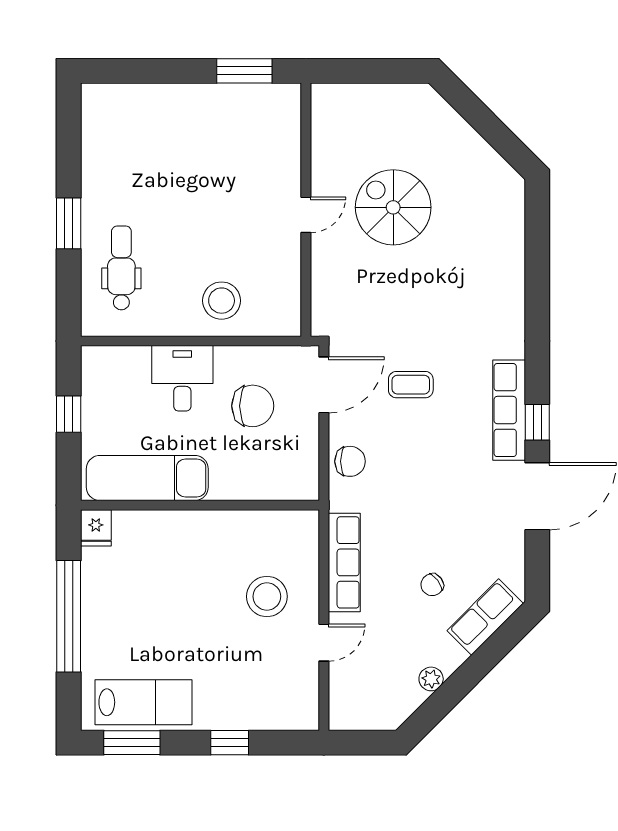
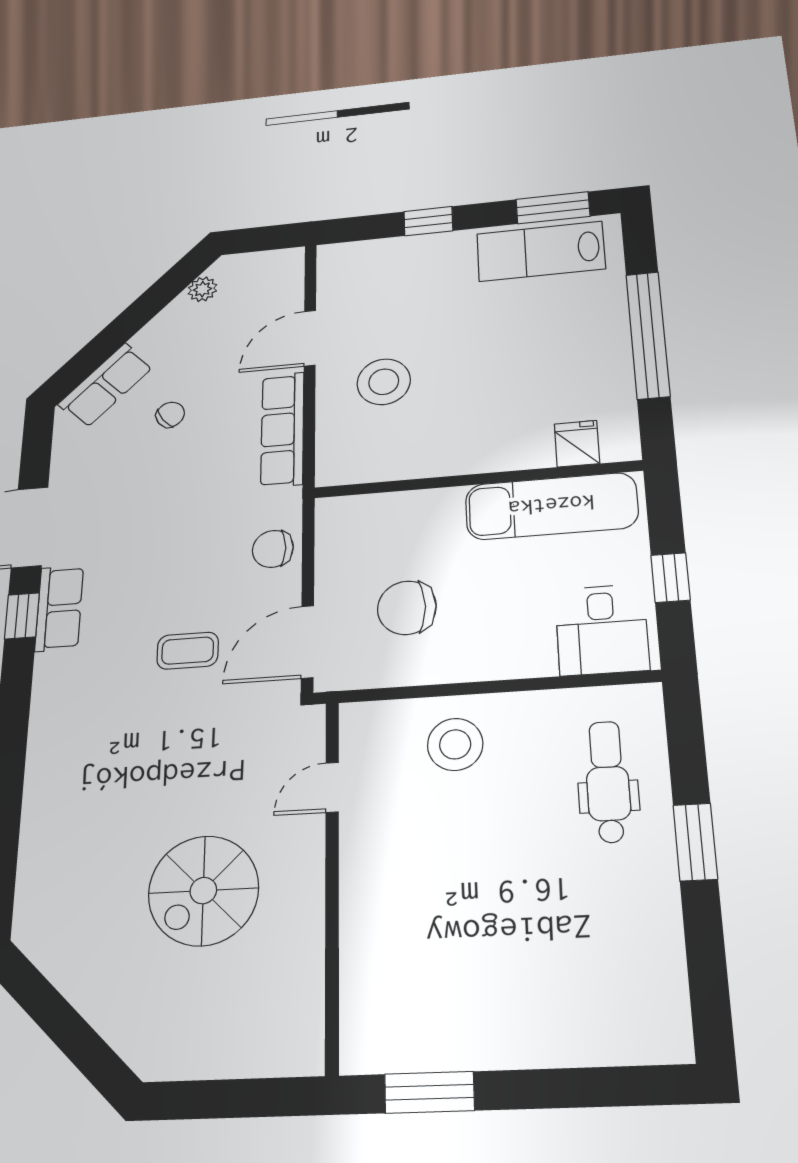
spiral stairs: (393, 207) -> (203, 891), turned 90
door: (306, 215) -> (332, 787), moved
dental chair: (121, 268) -> (608, 782), turned 180
desk: (182, 378) -> (602, 630), moved
row of seats: (509, 410) -> (59, 608), width x0.68
fridge: (96, 528) -> (577, 444), moved
door: (324, 643) -> (310, 338), width x1.38
plant: (431, 679) -> (202, 289), moved

